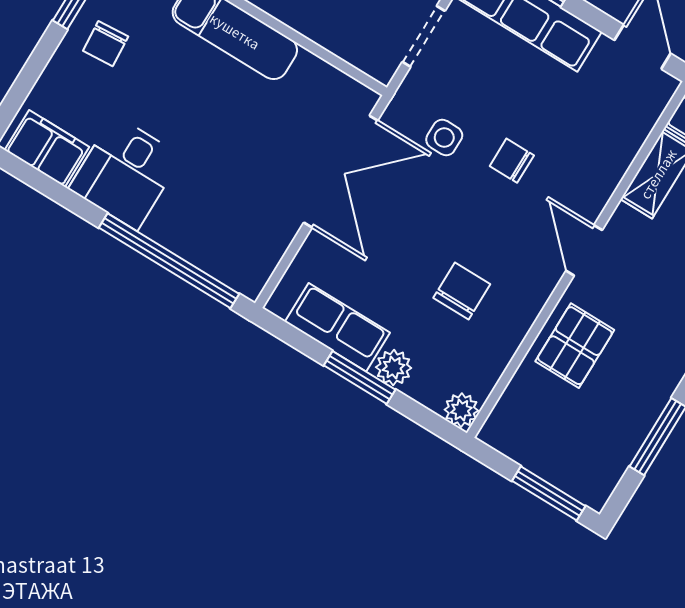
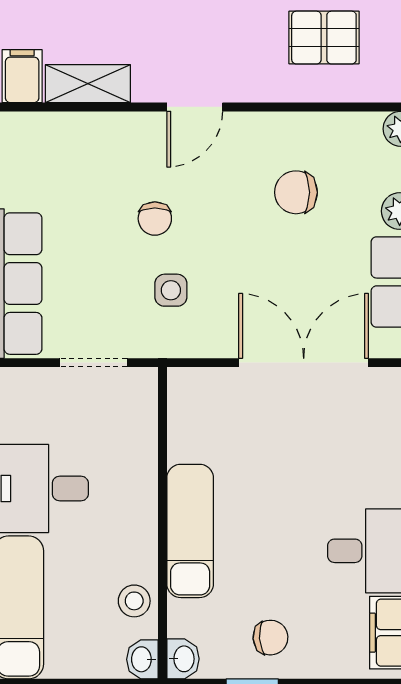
double door: (341, 172) -> (304, 363), moved
pallet: (575, 346) -> (324, 38), moved

